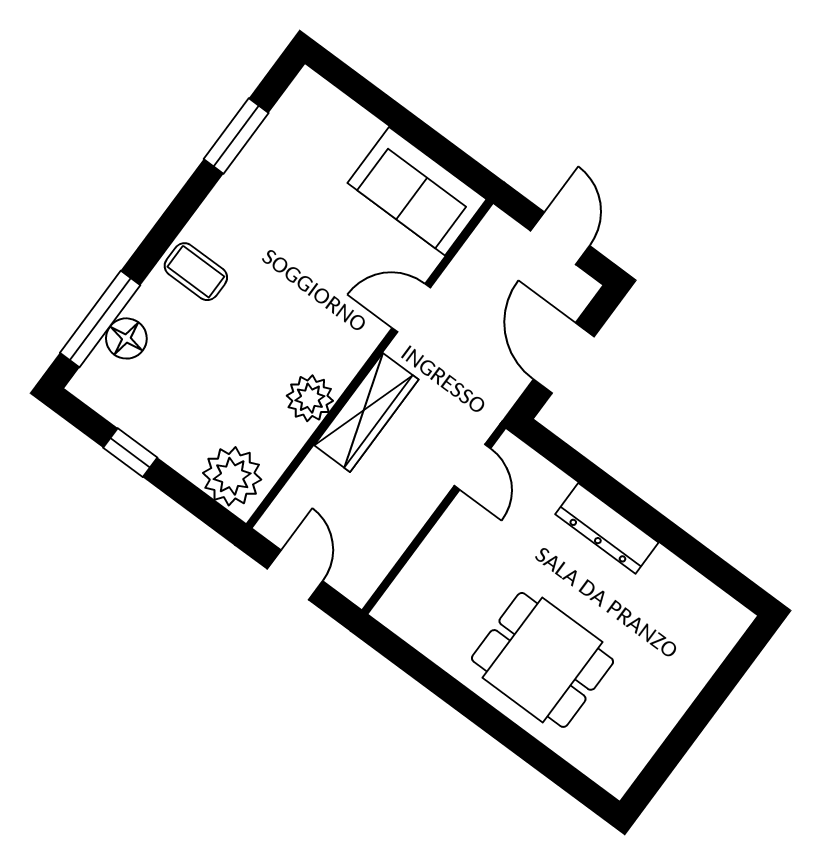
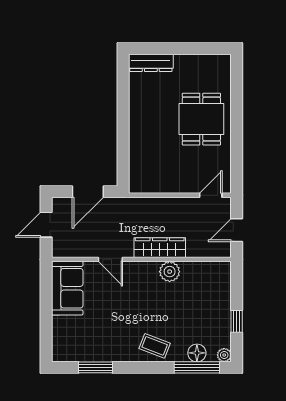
coffee table: (196, 272) -> (155, 346), turned -69
door: (472, 467) -> (211, 195), moved
plant: (232, 476) -> (224, 355), moved, width x0.53, depth x0.53
dresser: (607, 528) -> (151, 63), moved, turned 90

